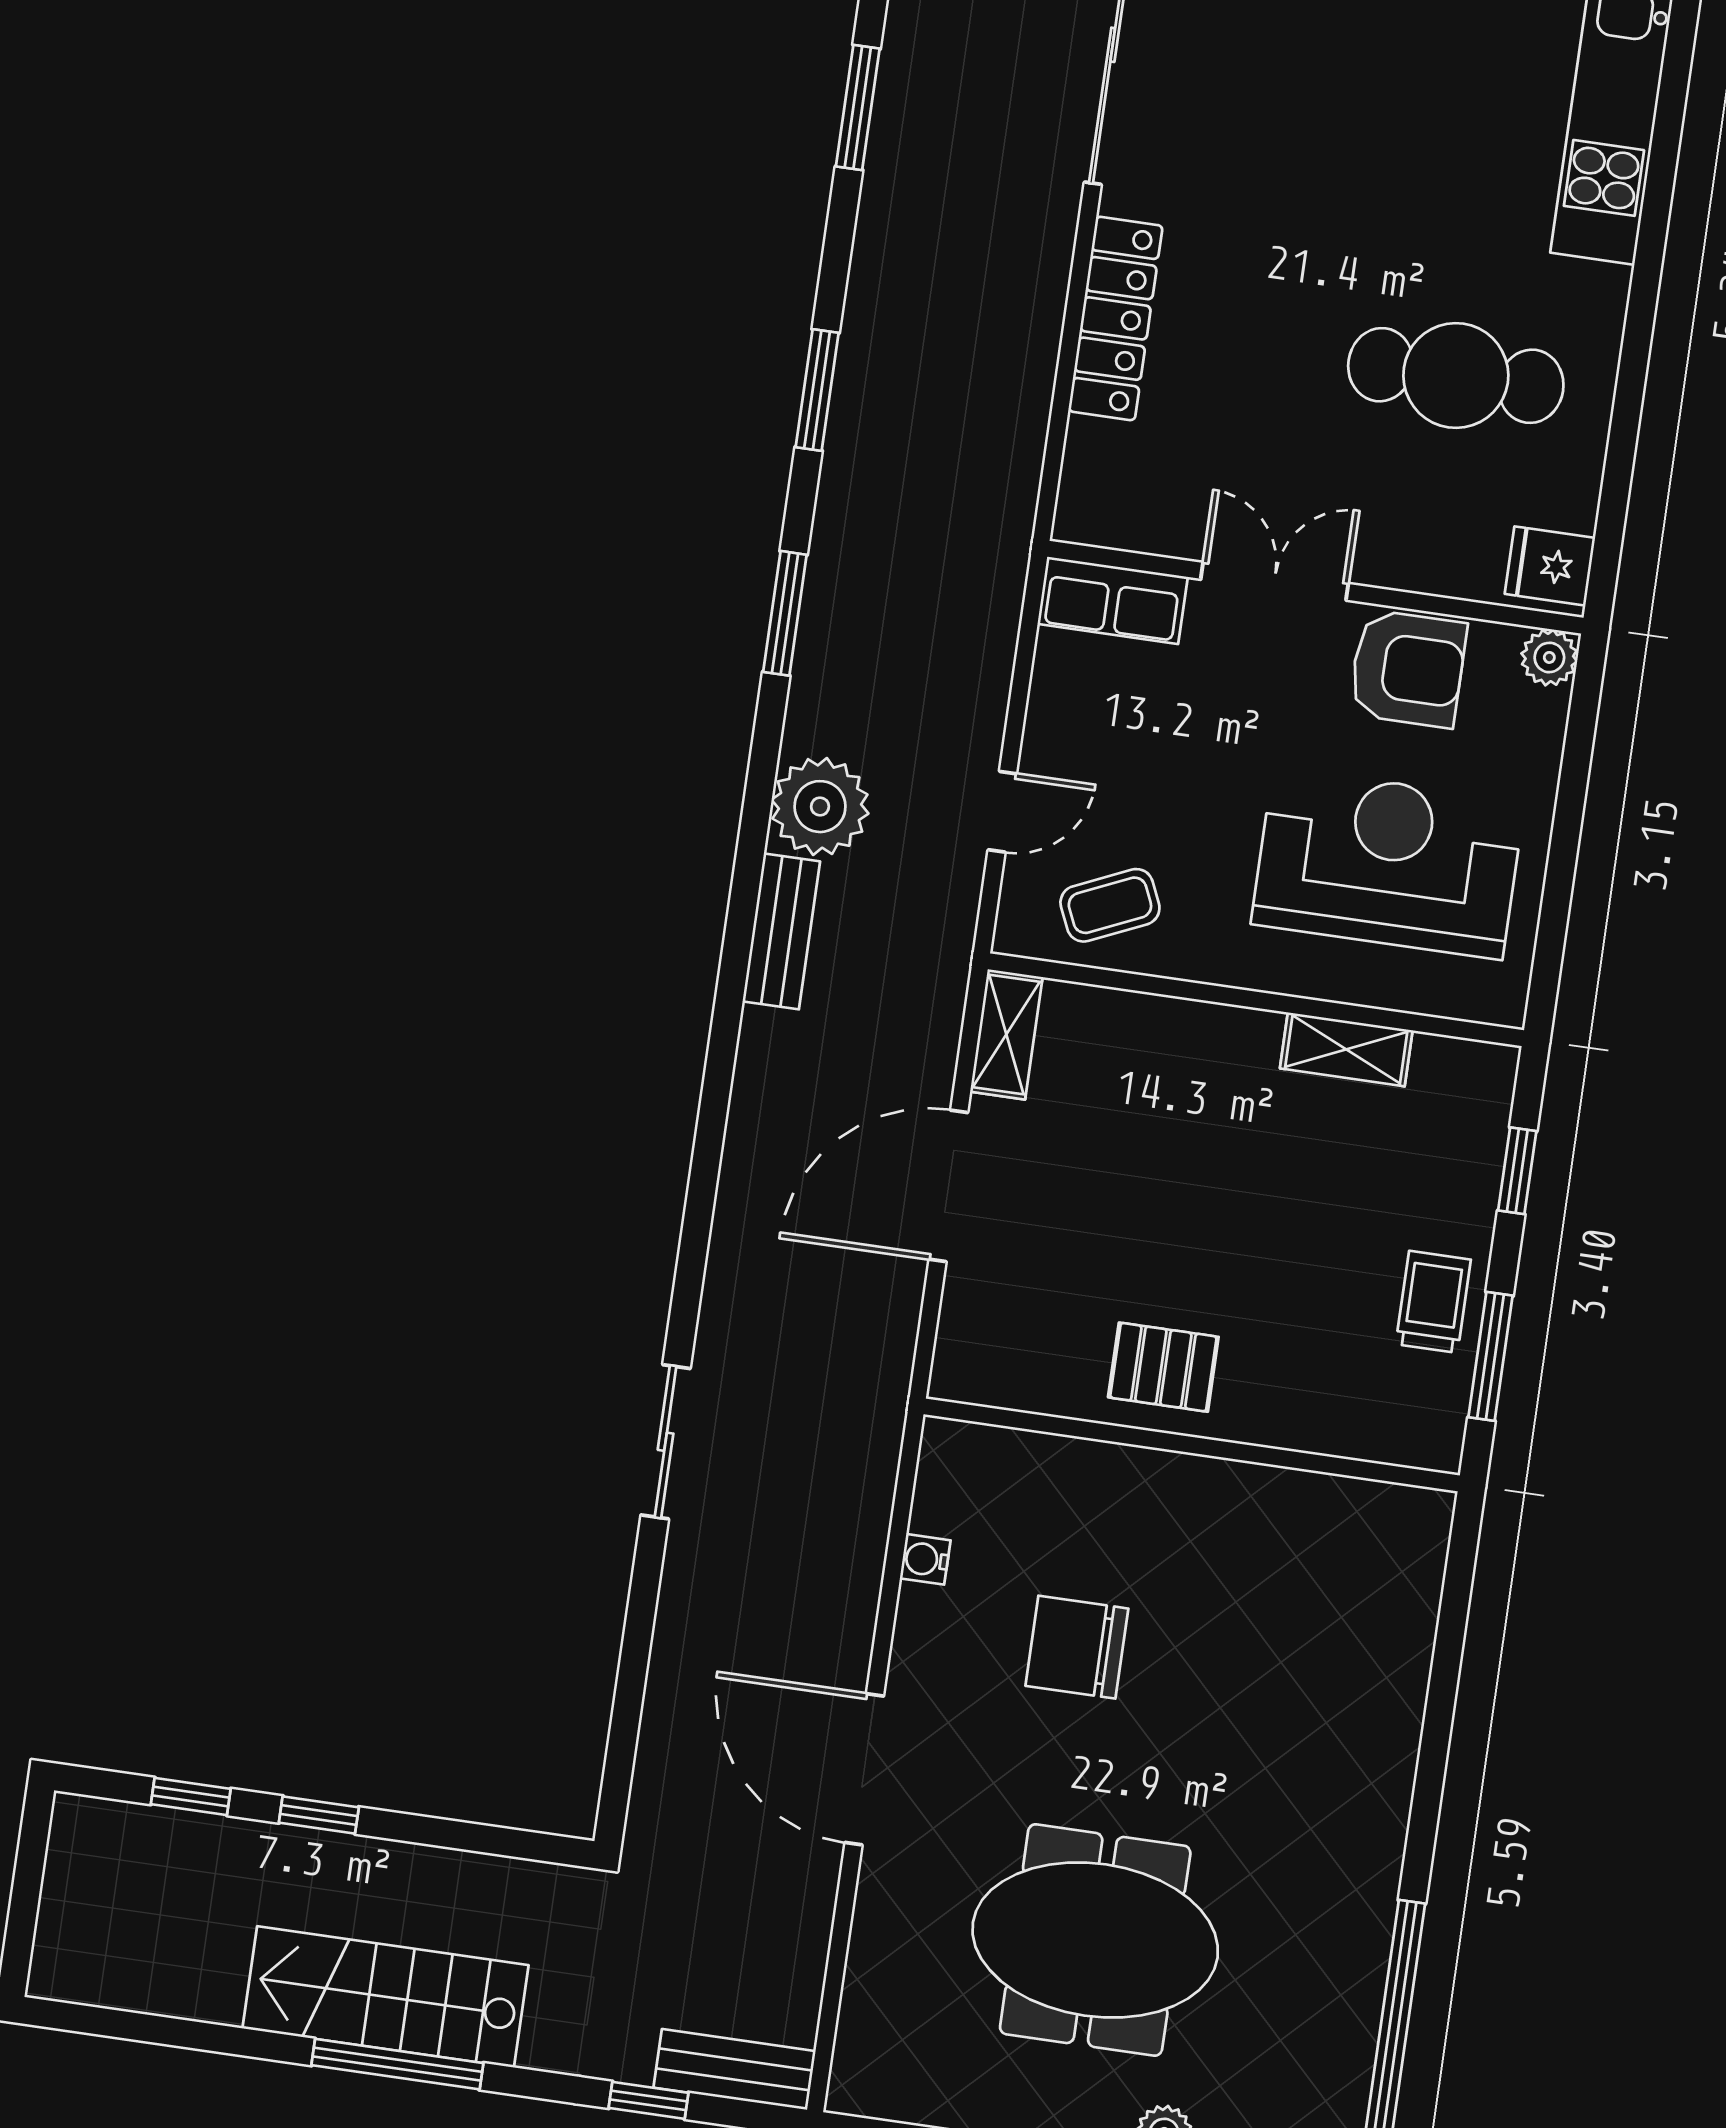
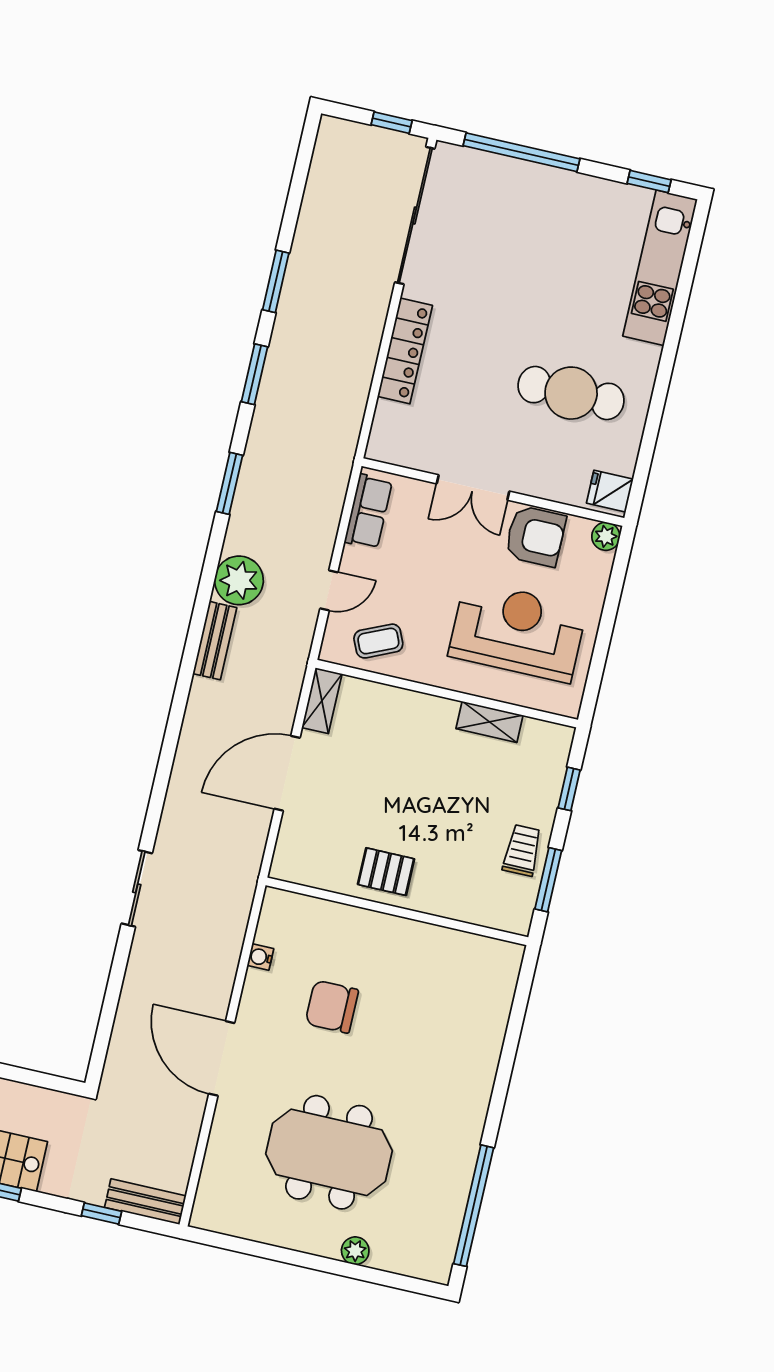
window: (858, 108) -> (276, 281), moved
double door: (1275, 581) -> (473, 487), swing flipped
row of seats: (1113, 600) -> (368, 511), moved, turned -90

